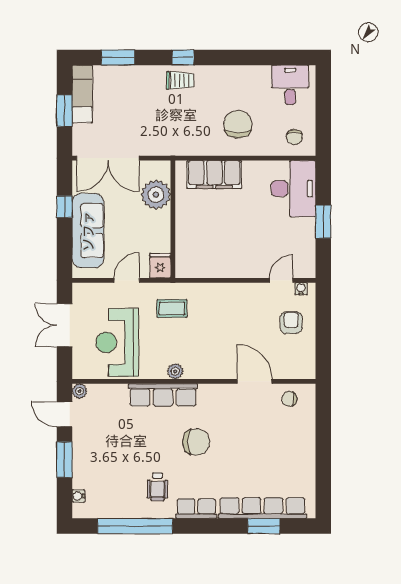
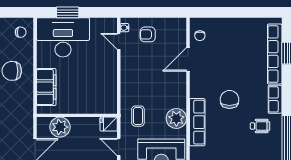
desk: (293, 189) -> (63, 37), width x1.36, depth x1.30
window: (323, 222) -> (68, 12), moved
plant: (175, 371) -> (176, 118), width x1.87, depth x1.87

